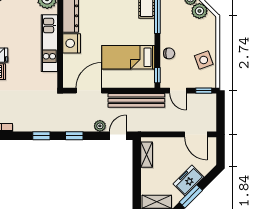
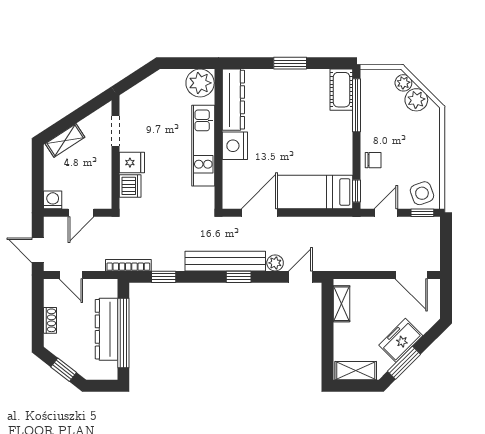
bed: (128, 57) -> (315, 192), moved
side table: (204, 60) -> (422, 193), moved
door: (178, 91) -> (386, 213), swing flipped
bench: (136, 100) -> (225, 261), moved
window: (41, 136) -> (164, 277), moved

